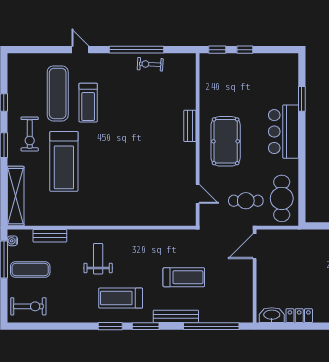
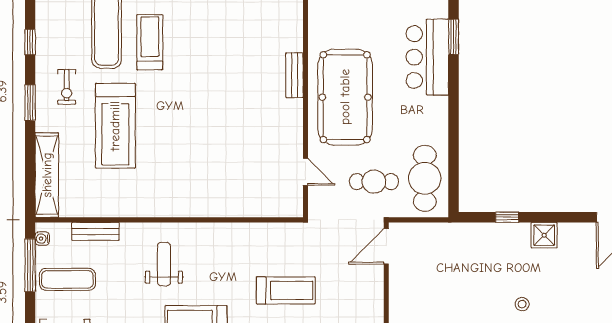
treadmill: (88, 103) -> (150, 42), turned 180
bar counter: (283, 132) -> (427, 57), moved
exercise bike: (30, 134) -> (67, 87), width x0.73, depth x0.72
pool table: (226, 141) -> (345, 97), width x1.36, depth x1.32

